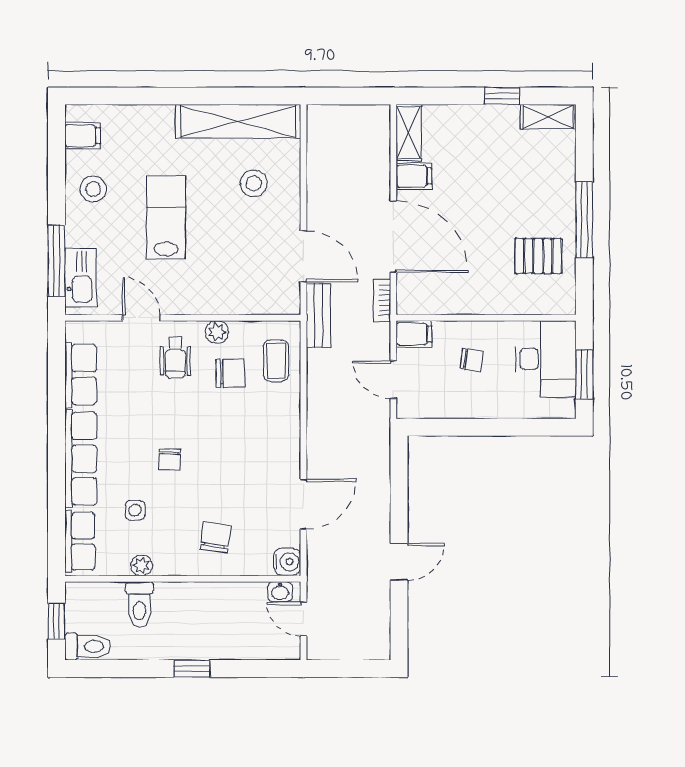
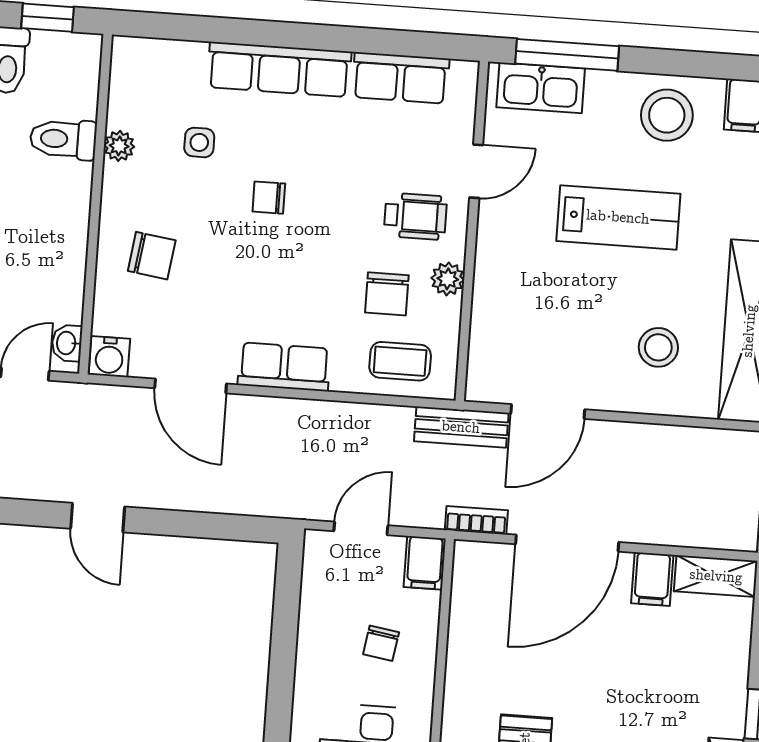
stool: (93, 189) -> (667, 115), width x1.38, depth x1.38
wheelchair: (175, 357) -> (415, 216), turned 180
row of seats: (80, 541) -> (284, 367), moved, turned 180

